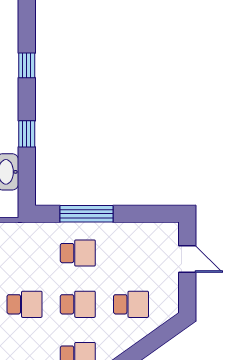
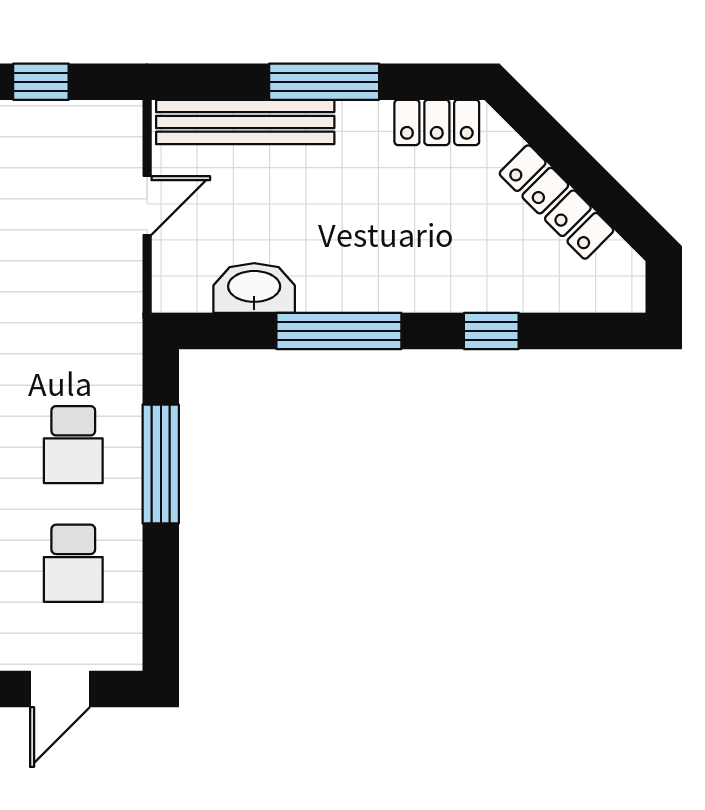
window: (27, 134) -> (339, 331), width x2.17
school desk: (131, 253) -> (73, 563), added

